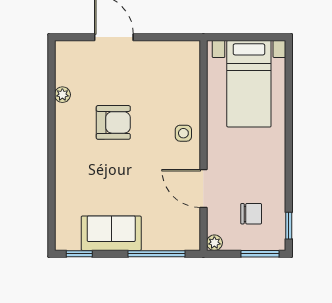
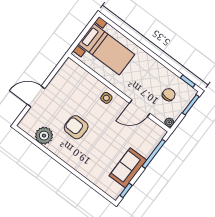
plant: (62, 95) -> (44, 136), width x1.88, depth x1.88
armchair: (113, 122) -> (76, 127), turned -89

